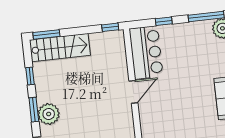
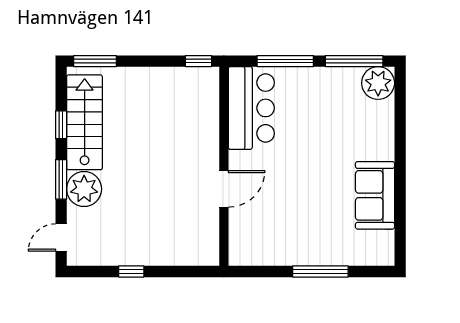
window: (164, 21) -> (285, 61), width x2.17
stairs: (60, 48) -> (85, 122), moved, turned -90
door: (133, 92) -> (224, 189), moved

